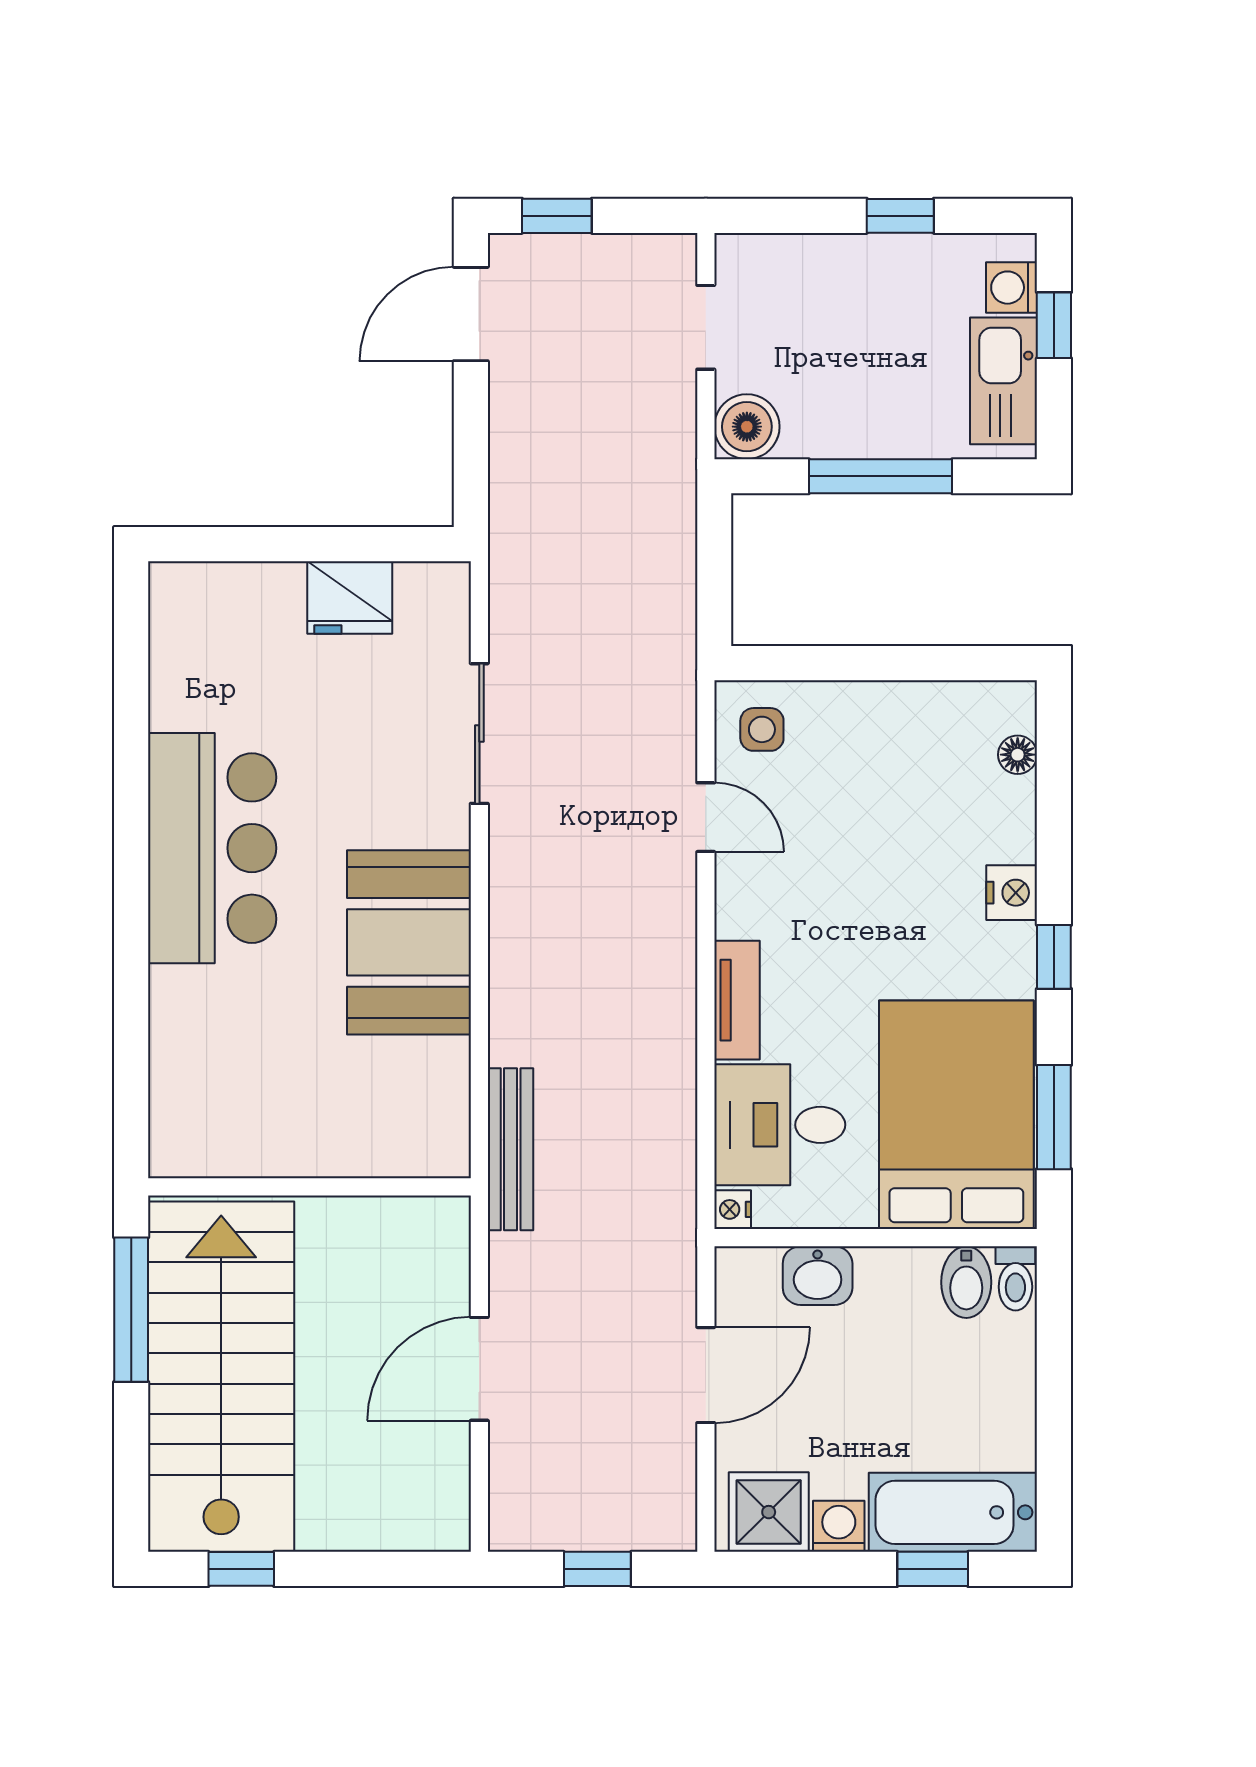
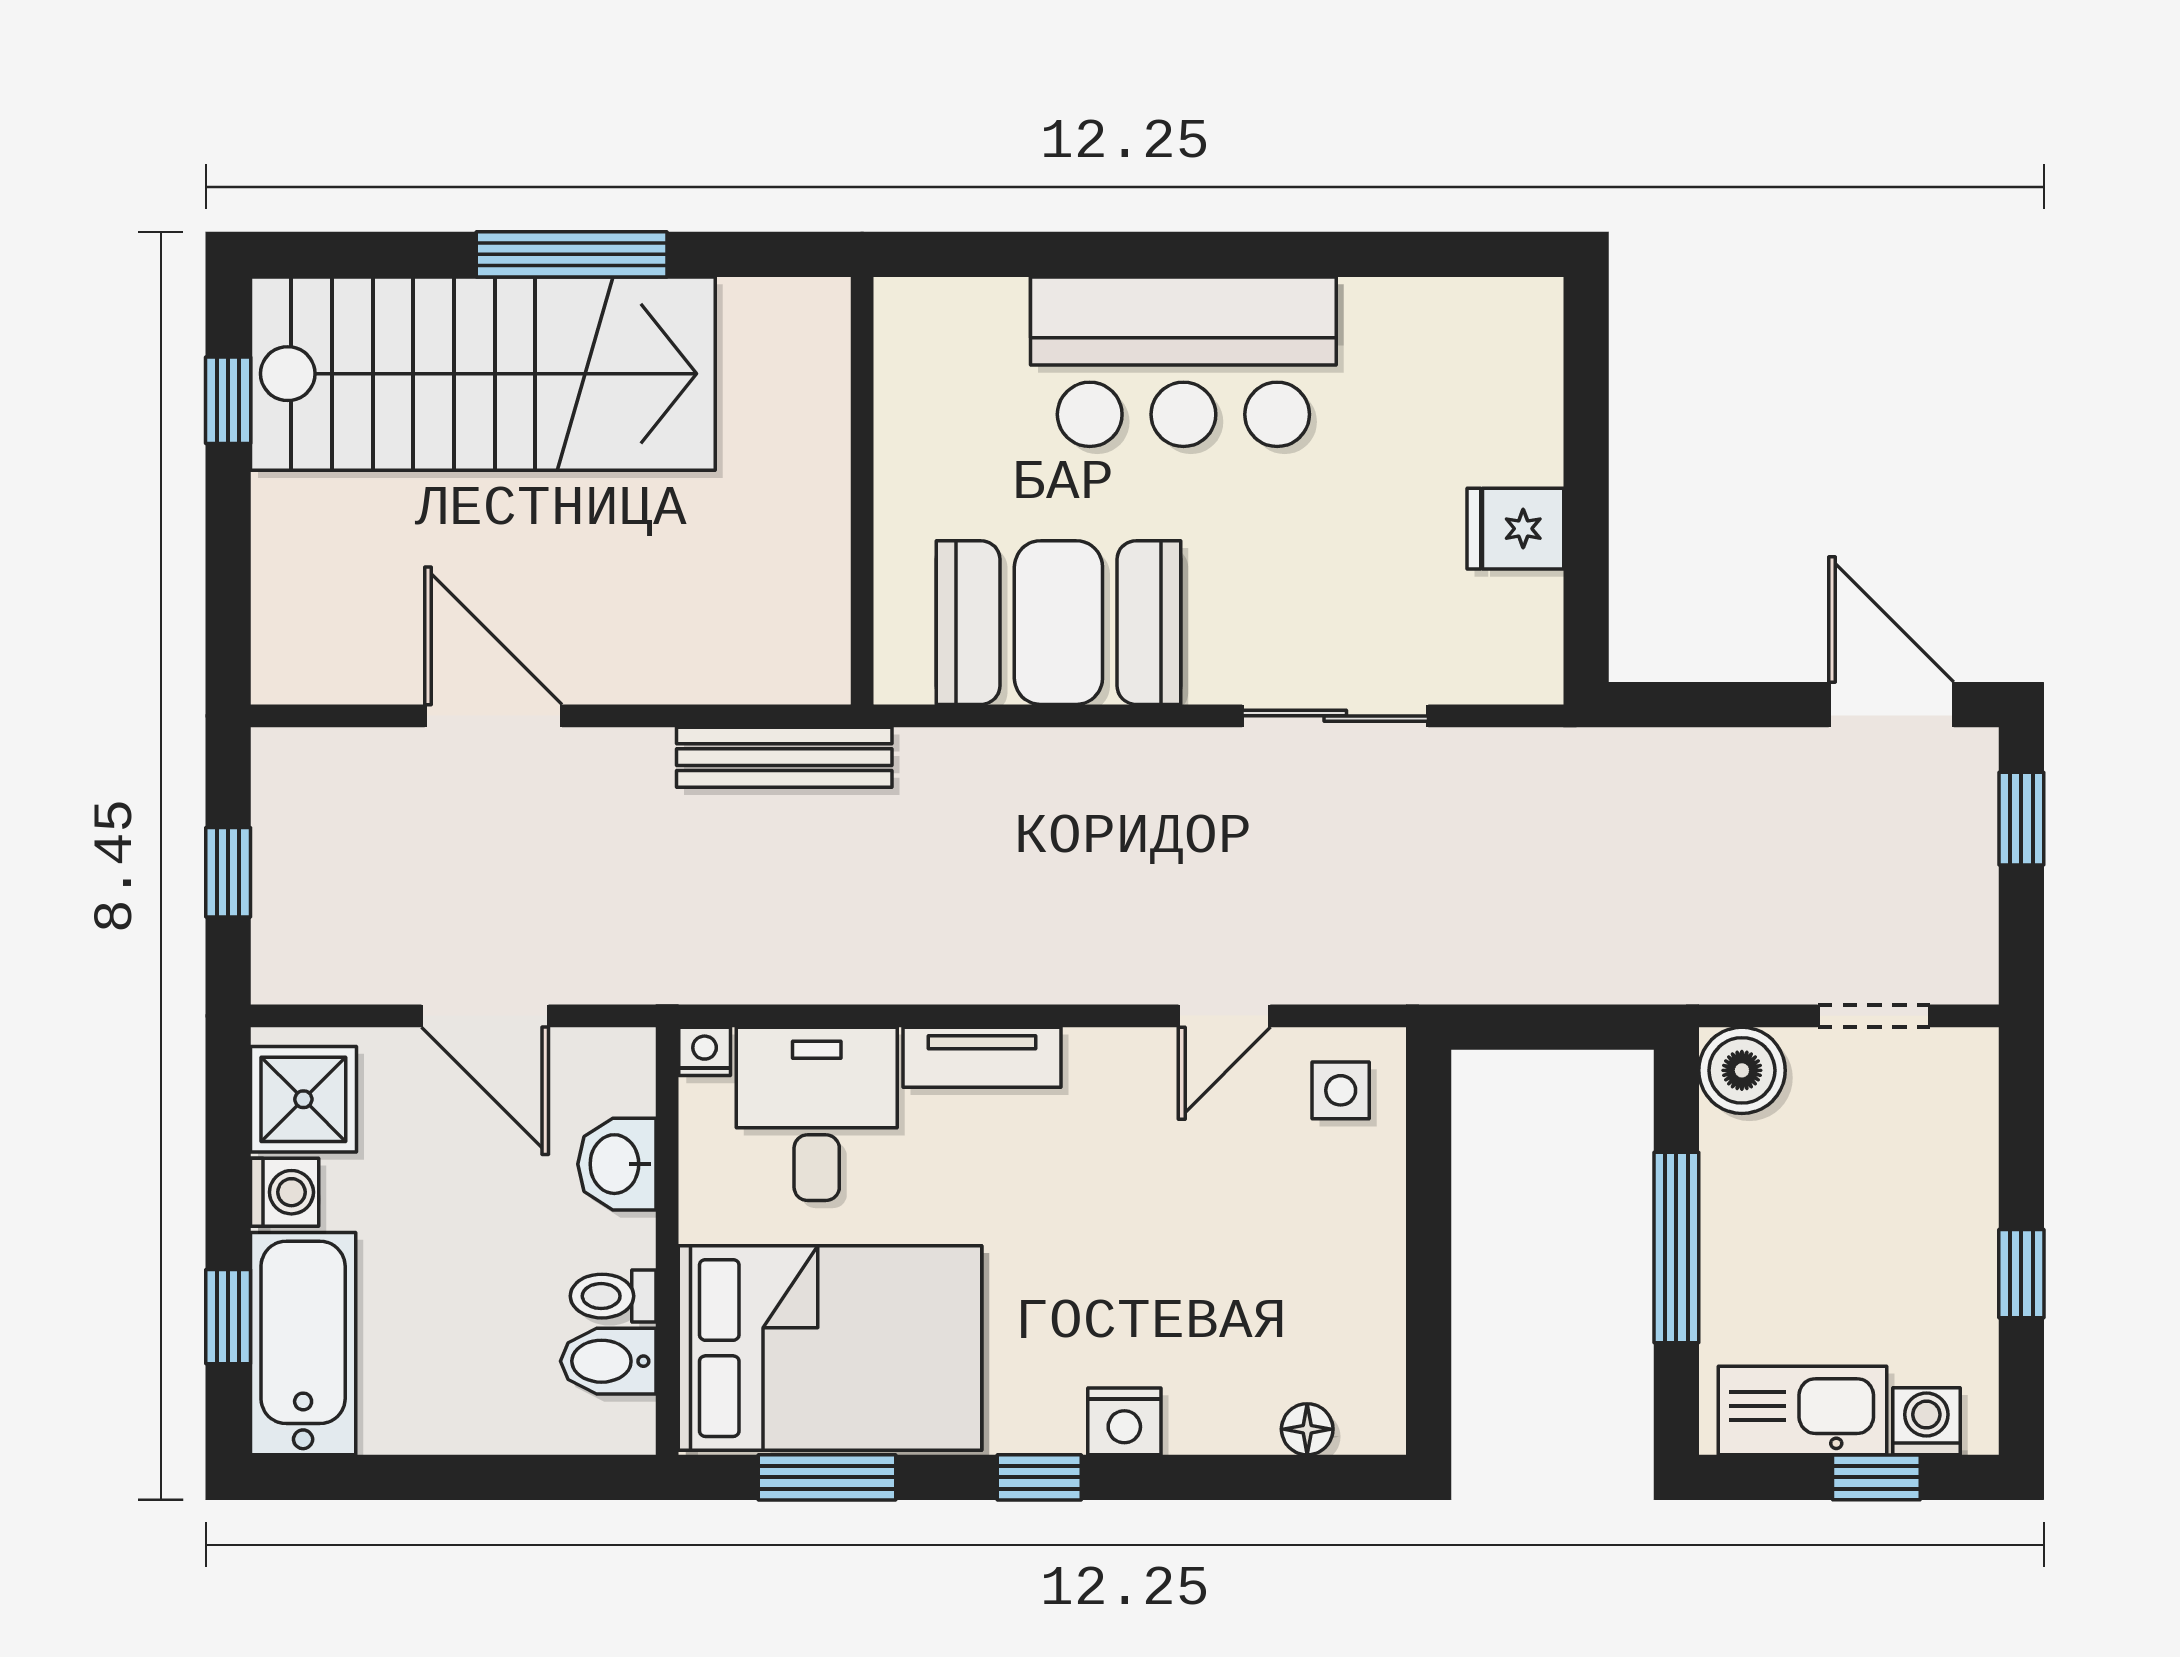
fridge: (350, 598) -> (1515, 529), width x0.72
wall: (309, 1187) -> (862, 491), moved
toilet: (1015, 1278) -> (613, 1296), moved

